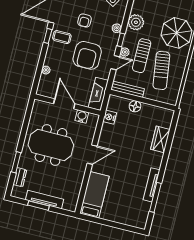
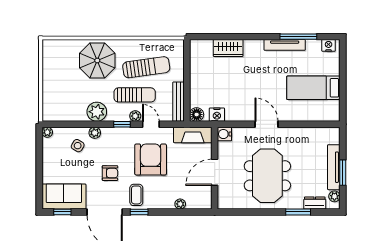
plant: (117, 28) -> (95, 133), moved
armchair: (87, 55) -> (151, 159), turned -90
floor lamp: (135, 106) -> (197, 115), moved
water cooler: (82, 116) -> (224, 134), moved
plant: (21, 194) -> (334, 196), added
bed: (94, 195) -> (313, 88), moved
nightstand: (142, 220) -> (329, 45), added

